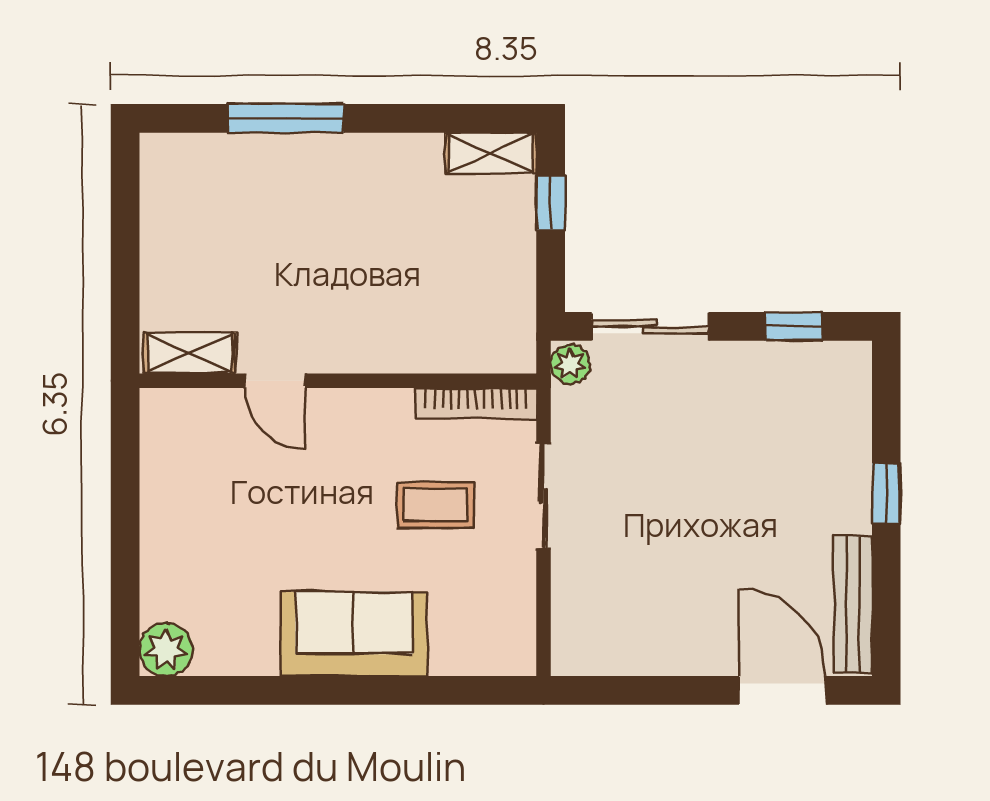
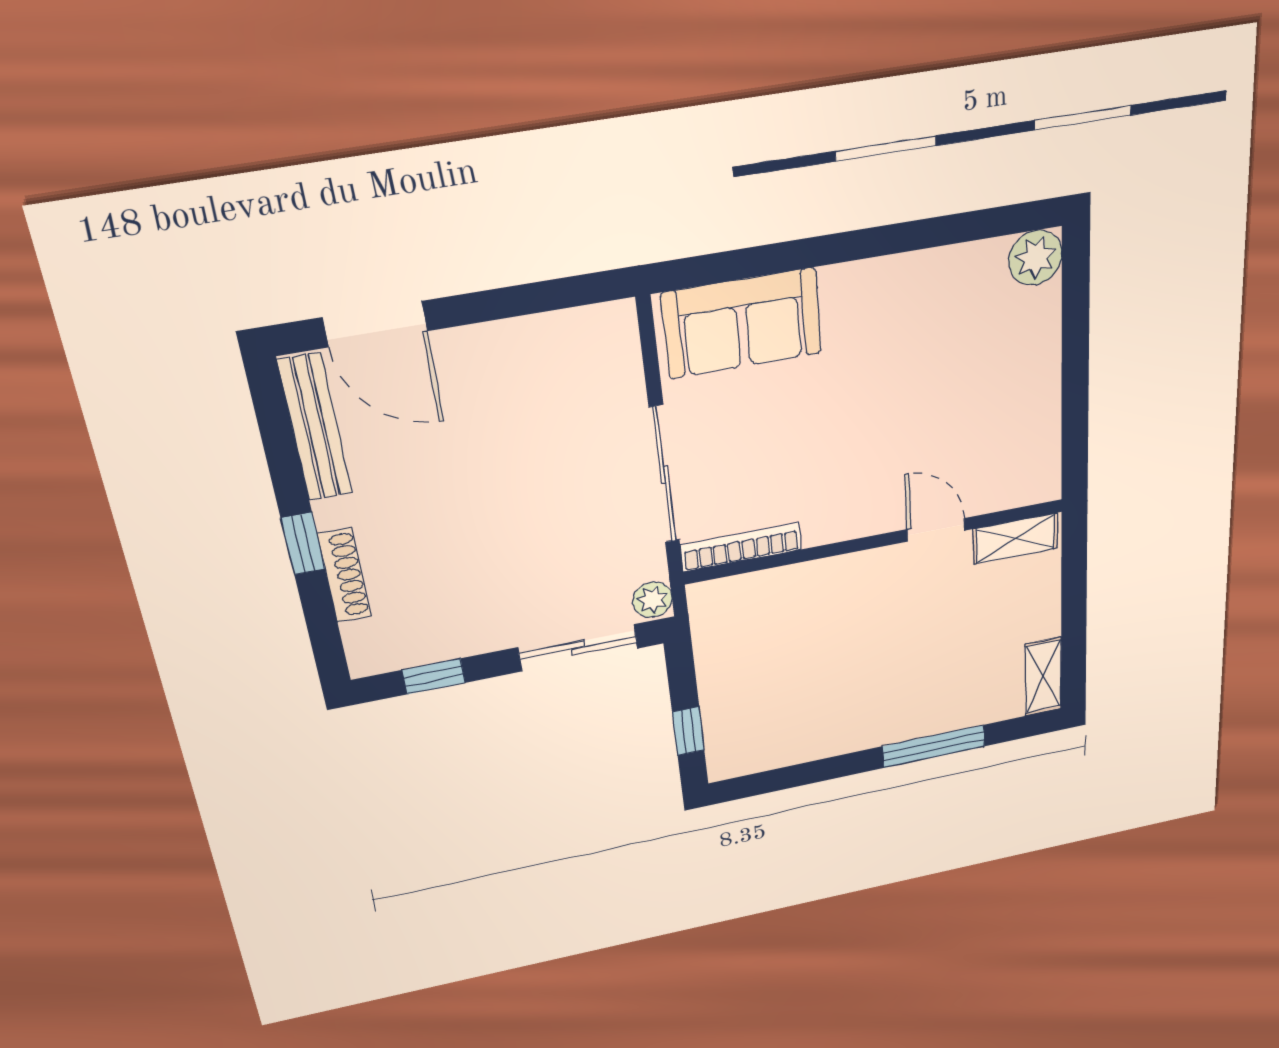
shelving: (491, 153) -> (1043, 677), moved, turned 90
shoe rack: (856, 453) -> (344, 575), added
sliding door: (544, 496) -> (664, 475), width x1.37
coffee table: (435, 505) -> (773, 446), removed
sofa: (354, 634) -> (742, 323), moved

